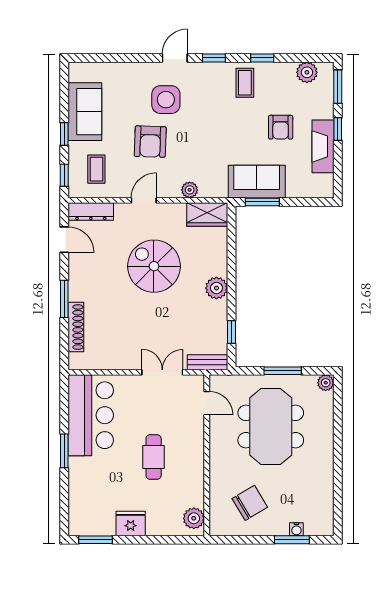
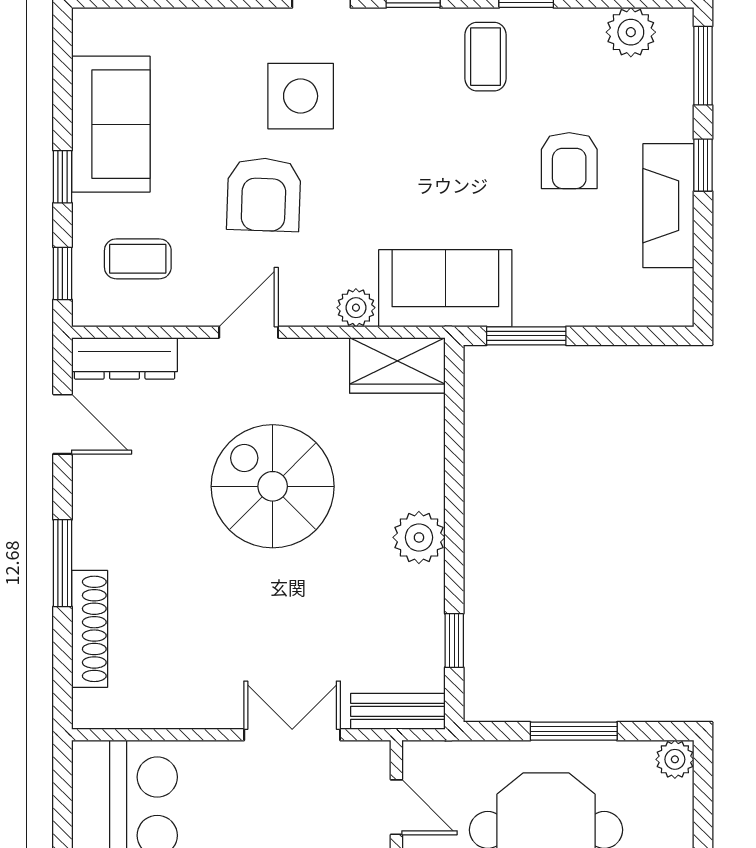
coffee table: (96, 169) -> (138, 259), turned 90
sofa: (257, 182) -> (445, 288), moved

